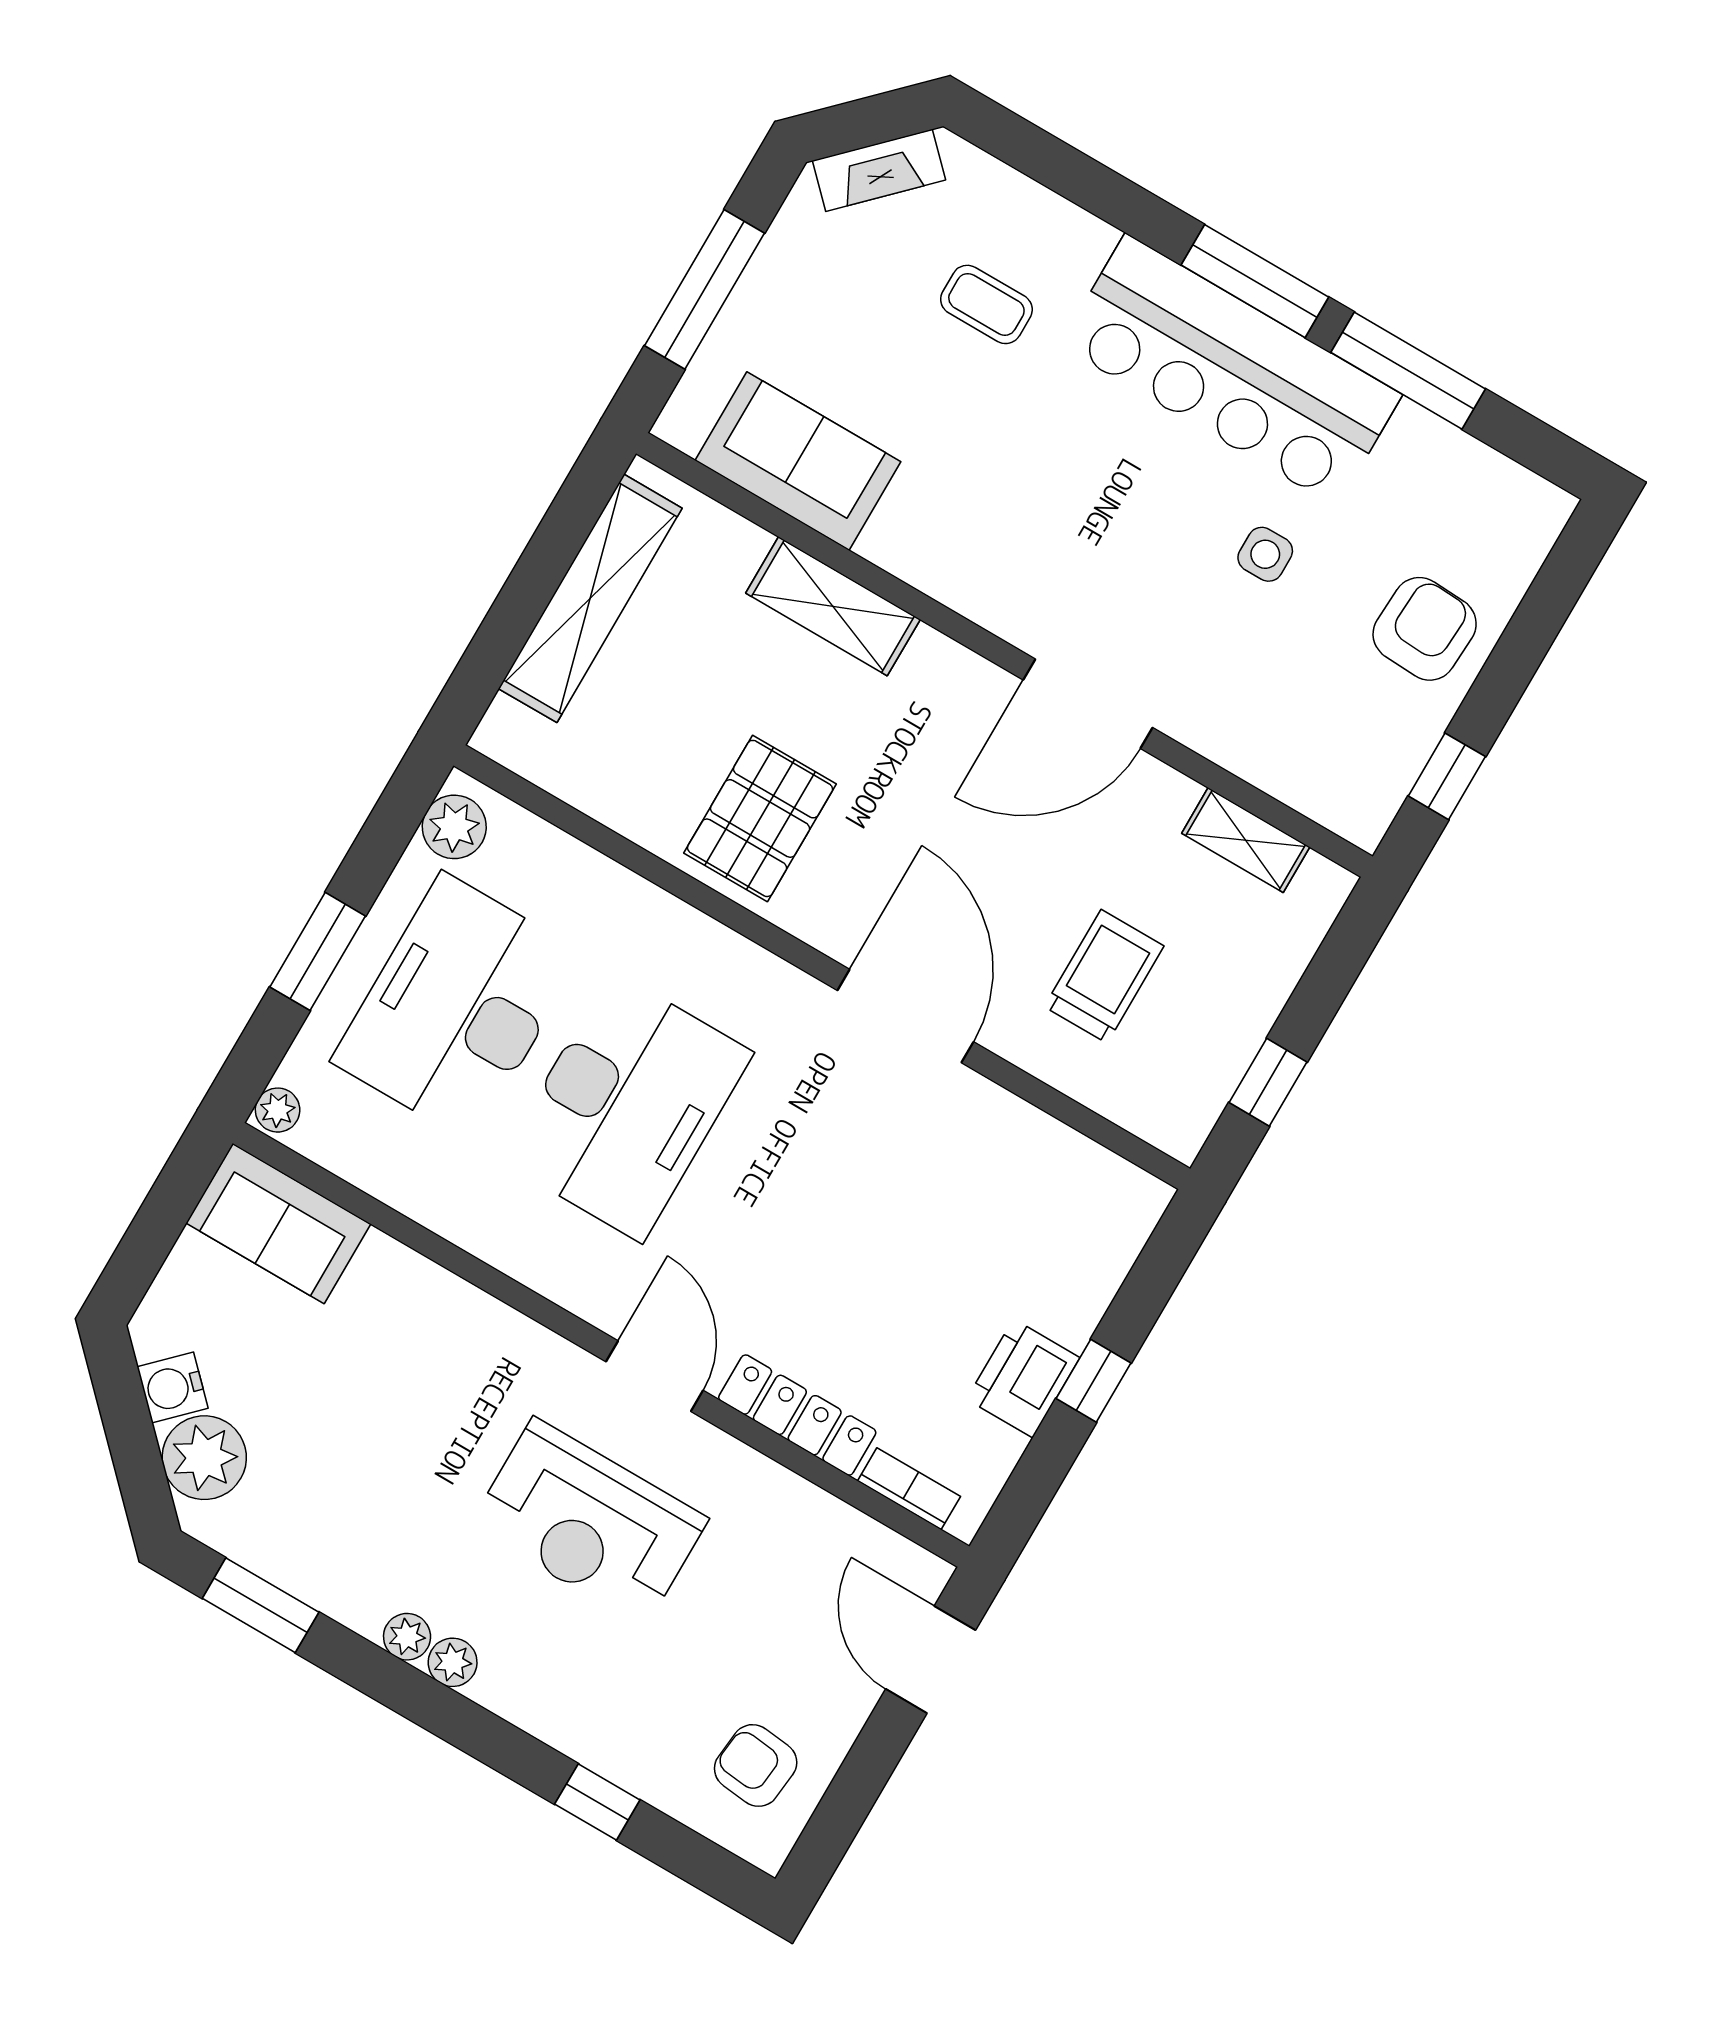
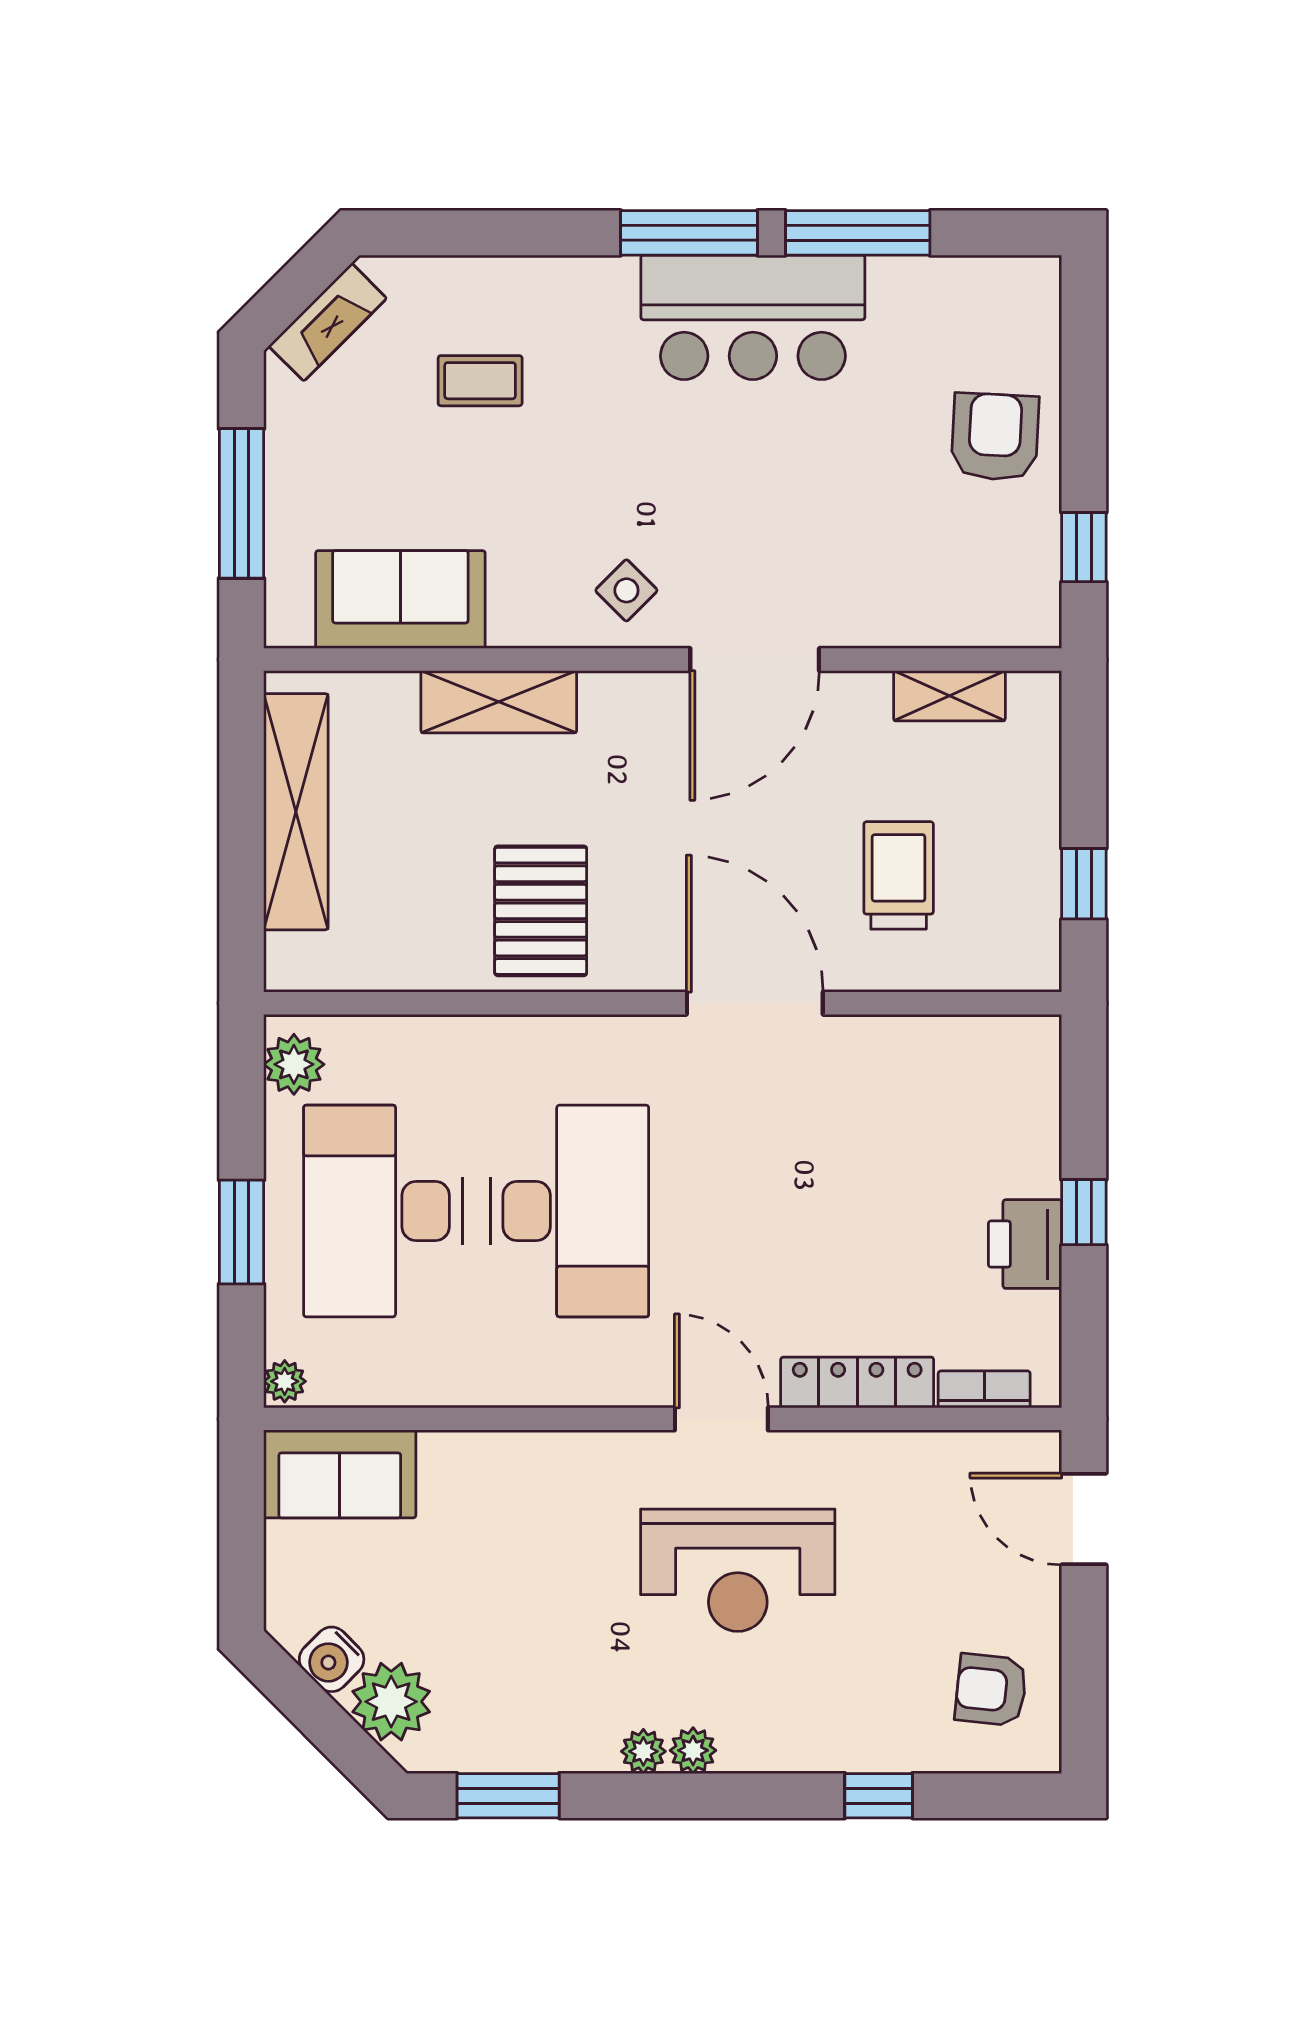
bar counter: (1231, 370) -> (753, 317), width x0.73
side table: (1265, 554) -> (626, 590), moved, turned 45

